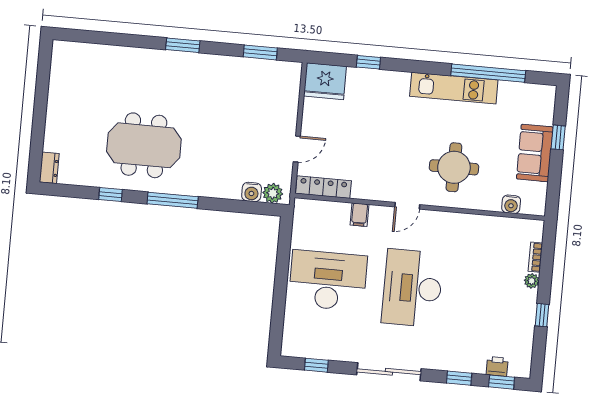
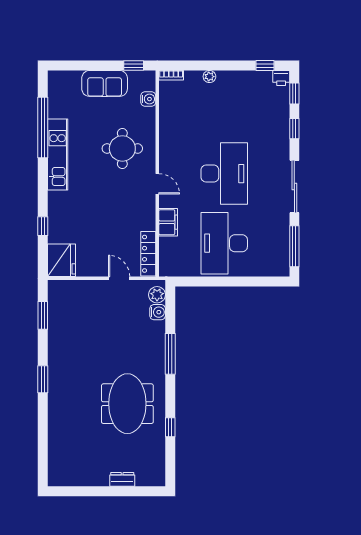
window: (558, 137) -> (134, 65), moved
dresser: (49, 168) -> (122, 479), moved
window: (173, 200) -> (170, 354), moved
filing cabinet: (359, 215) -> (168, 222), width x2.00
bookcase: (535, 257) -> (171, 75), moved
desk: (412, 288) -> (224, 174), turned -90
window: (542, 315) -> (265, 65), moved
window: (316, 365) -> (294, 246), width x2.17
printer: (497, 366) -> (281, 78), moved, turned -90

